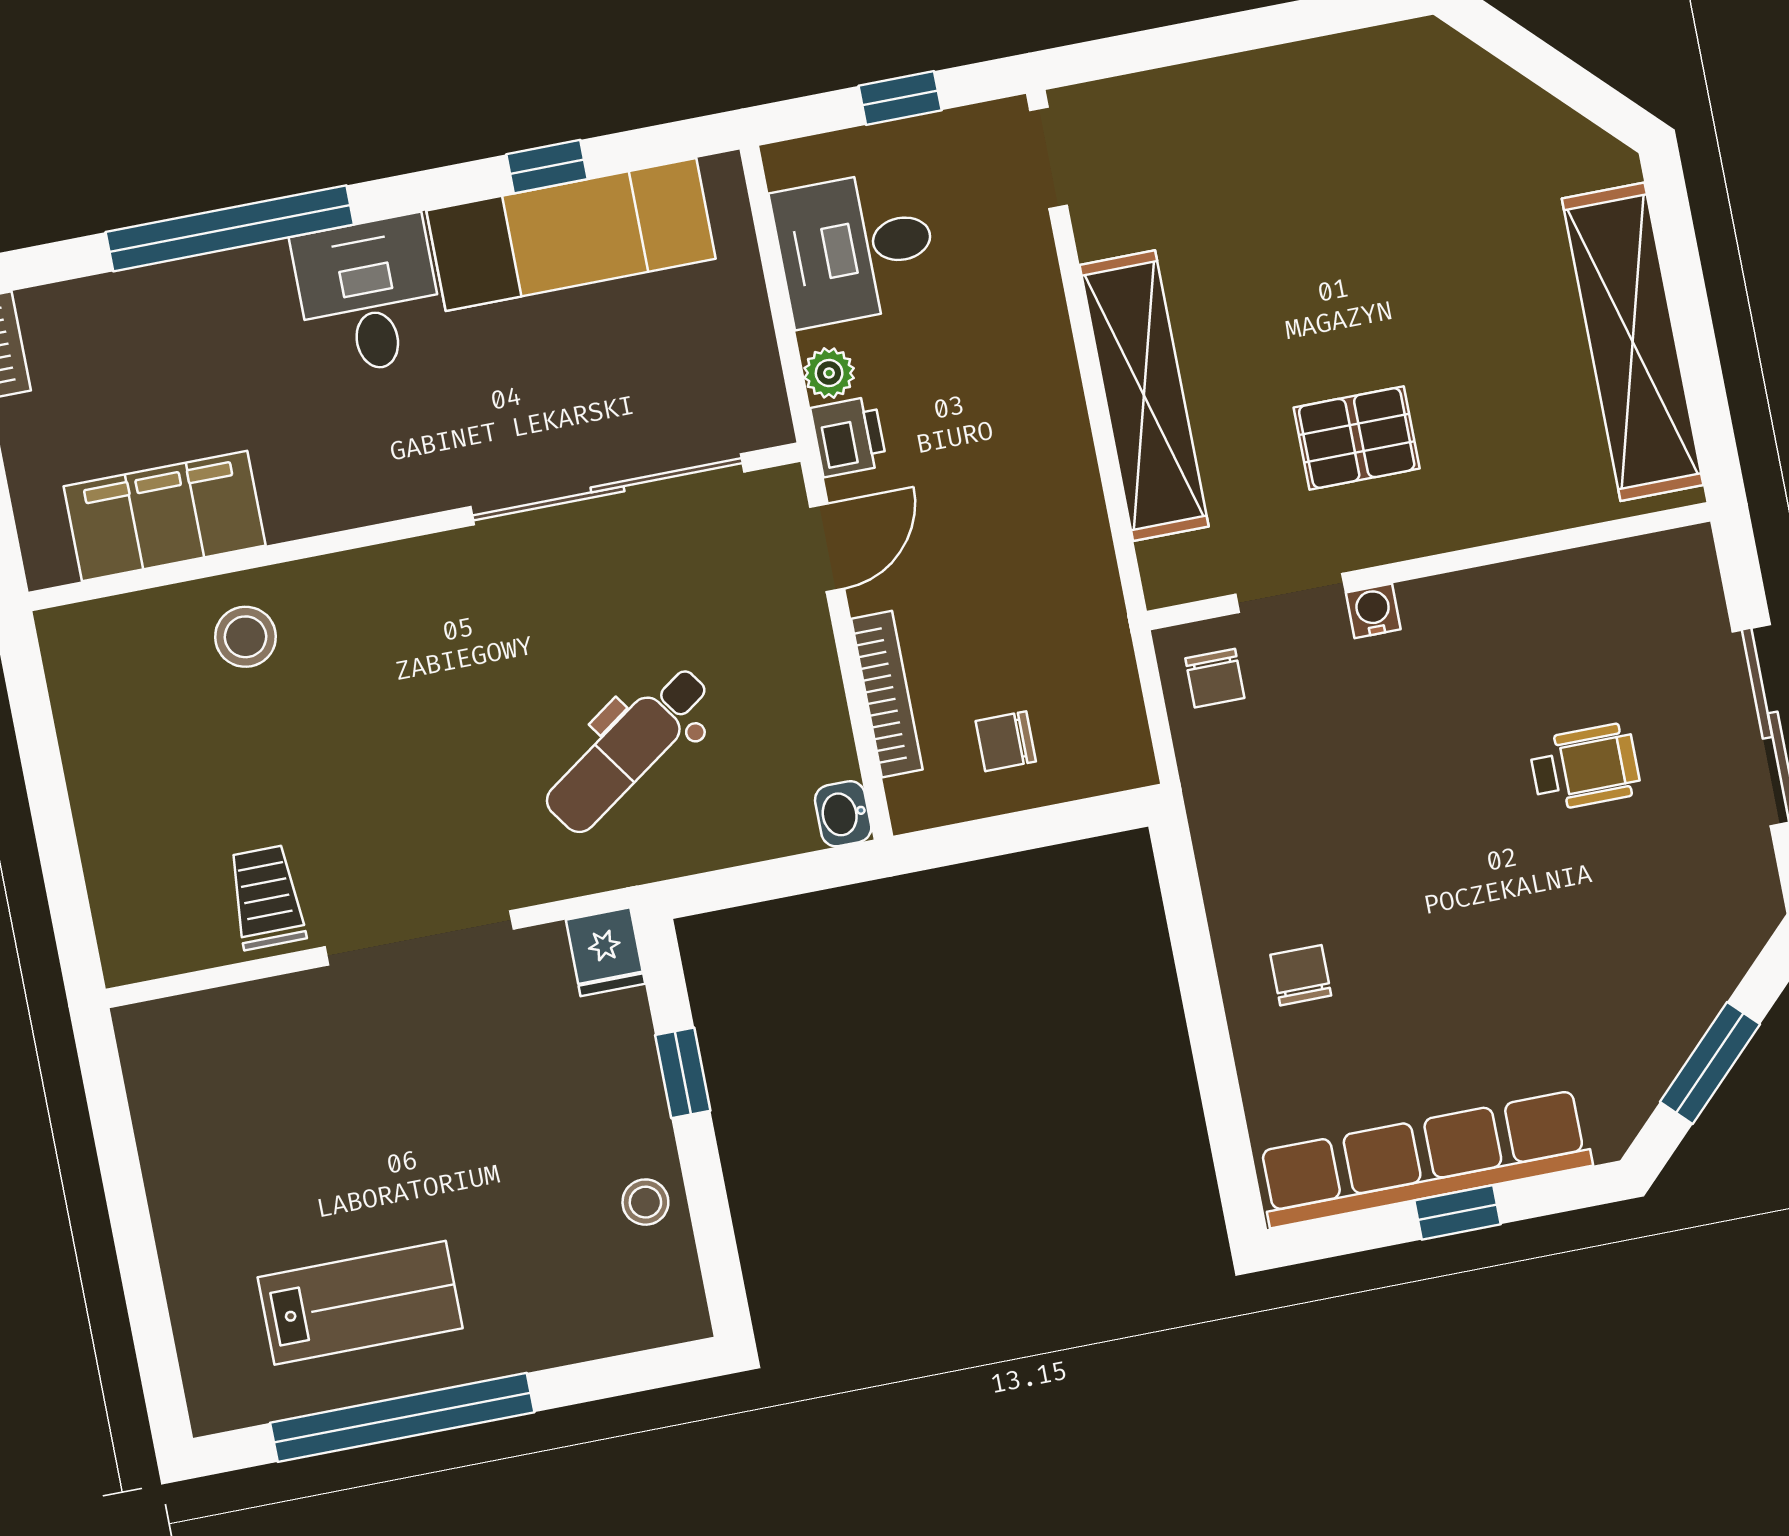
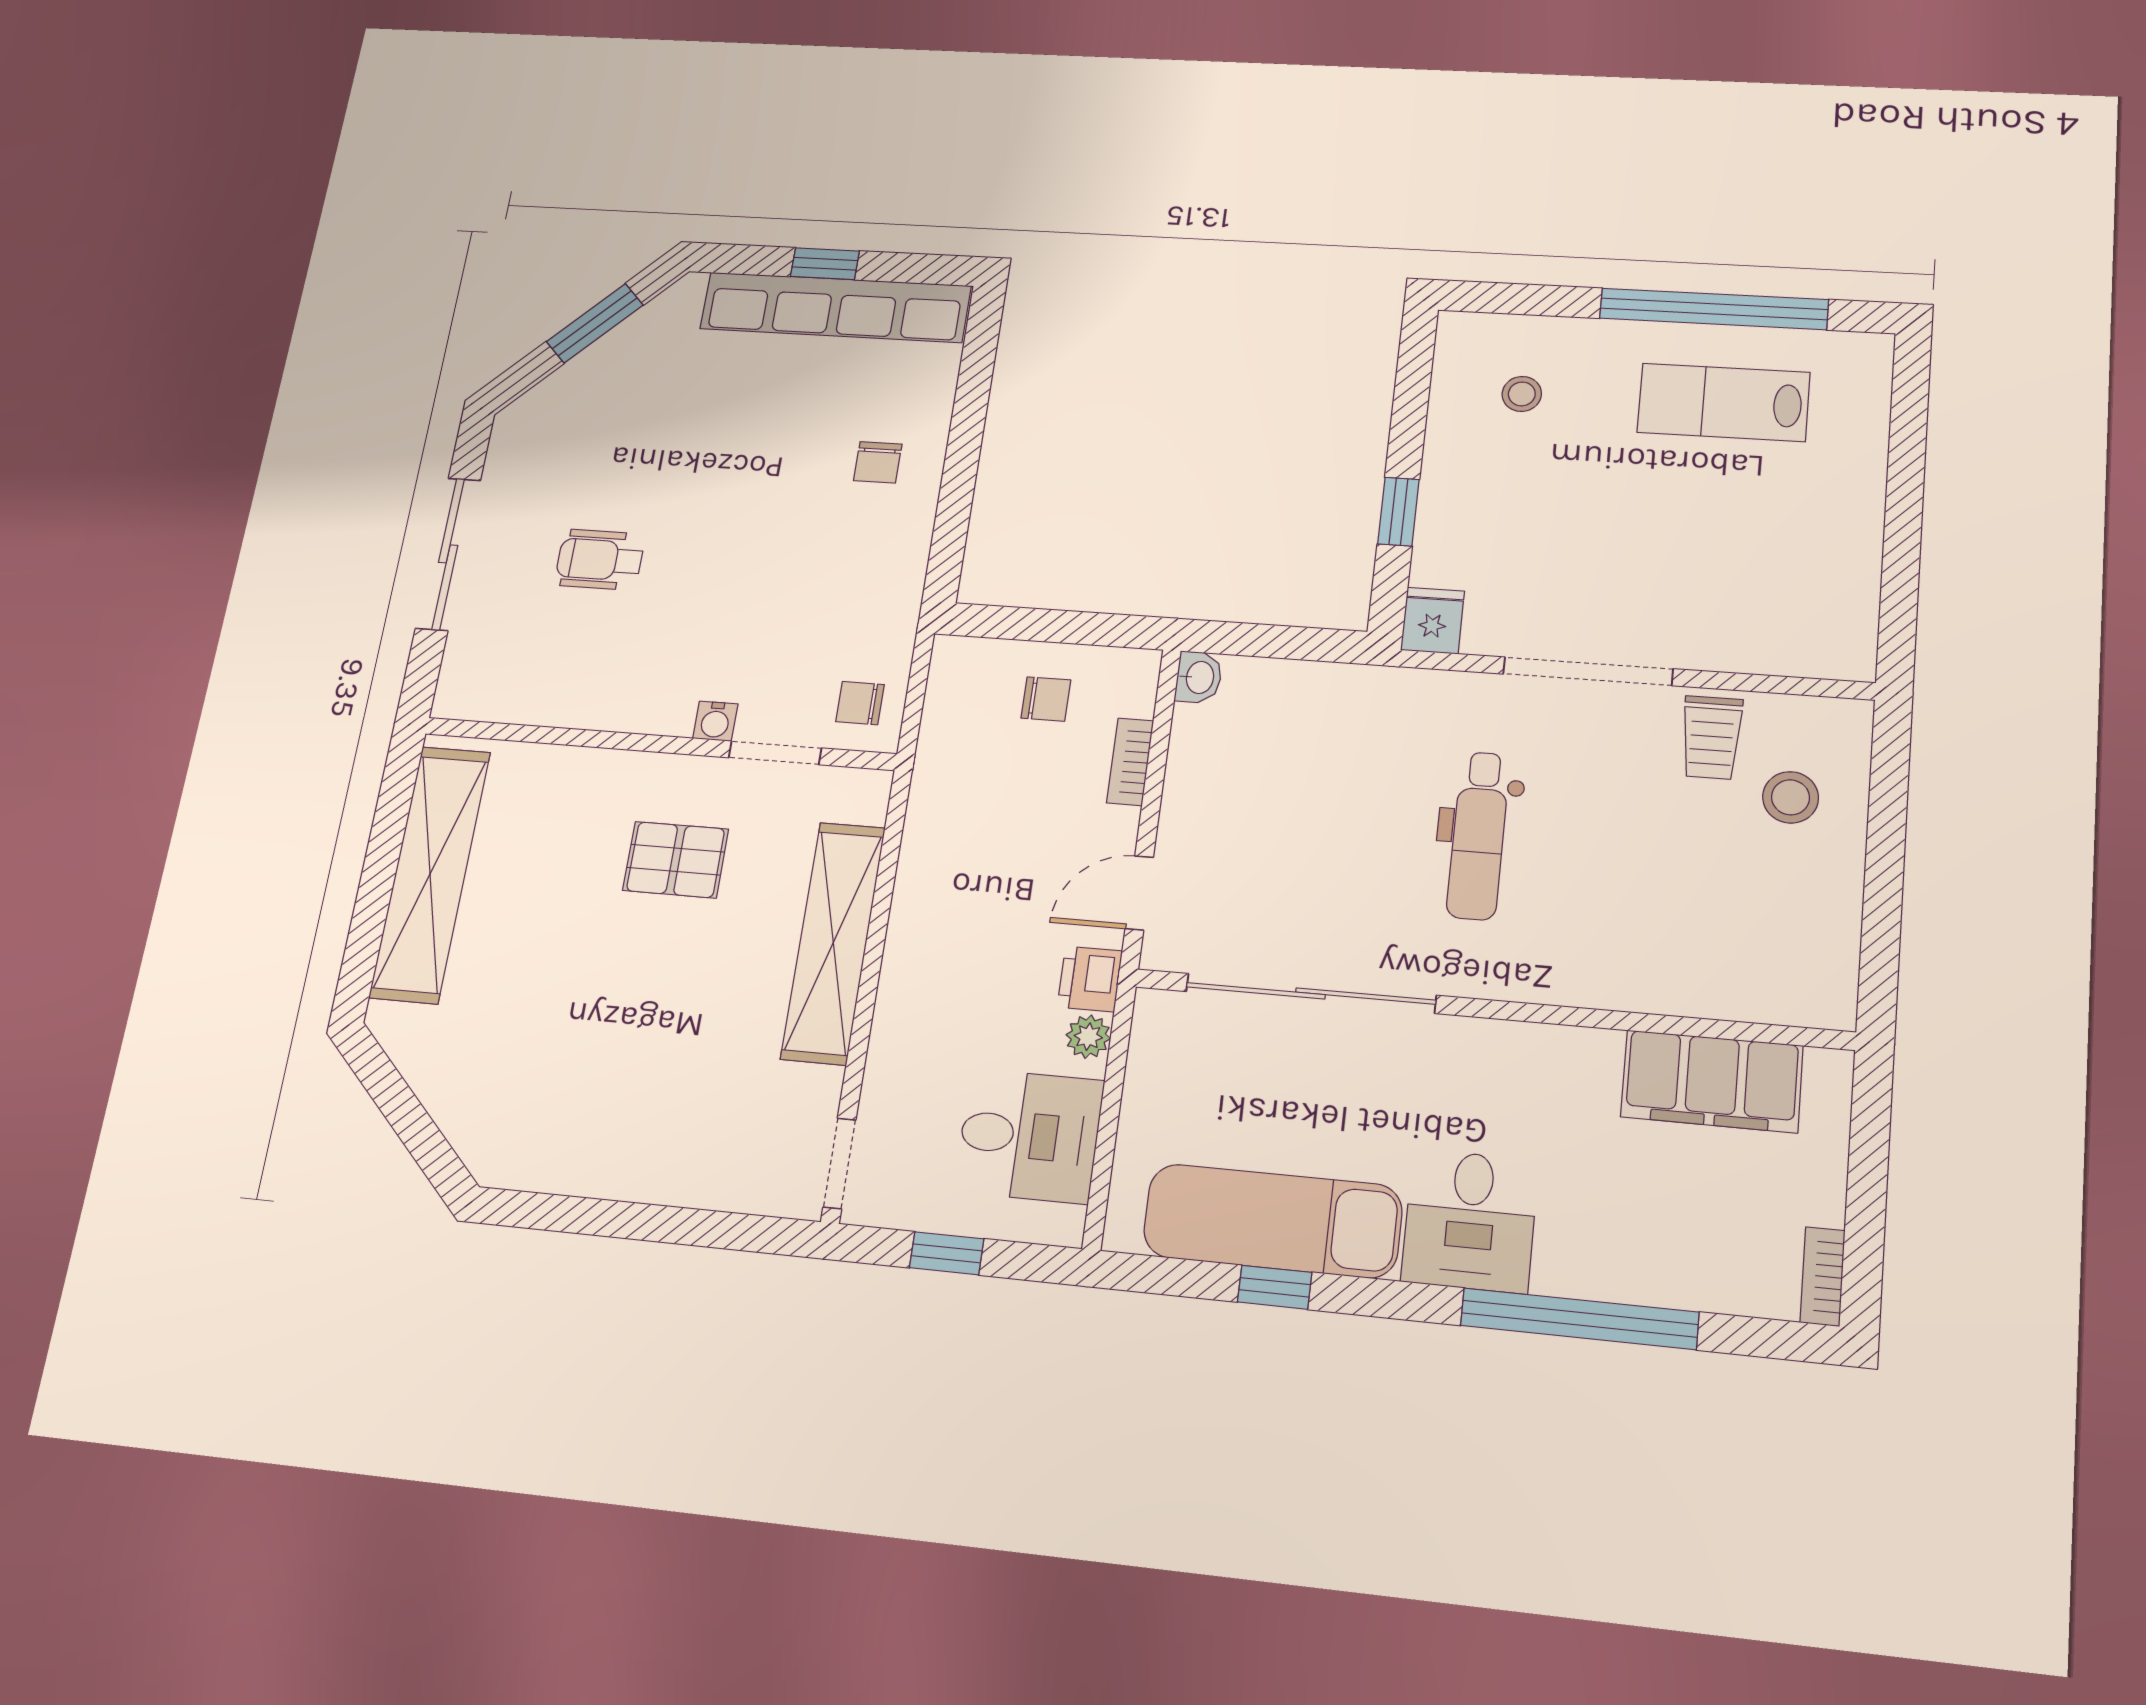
stool: (246, 637) -> (1791, 797), moved
chair: (1215, 678) -> (860, 703), turned -90
bookcase: (887, 694) -> (1130, 762), width x0.64
dental chair: (628, 749) -> (1478, 835), moved, turned 125
stool: (645, 1202) -> (1522, 394), moved

